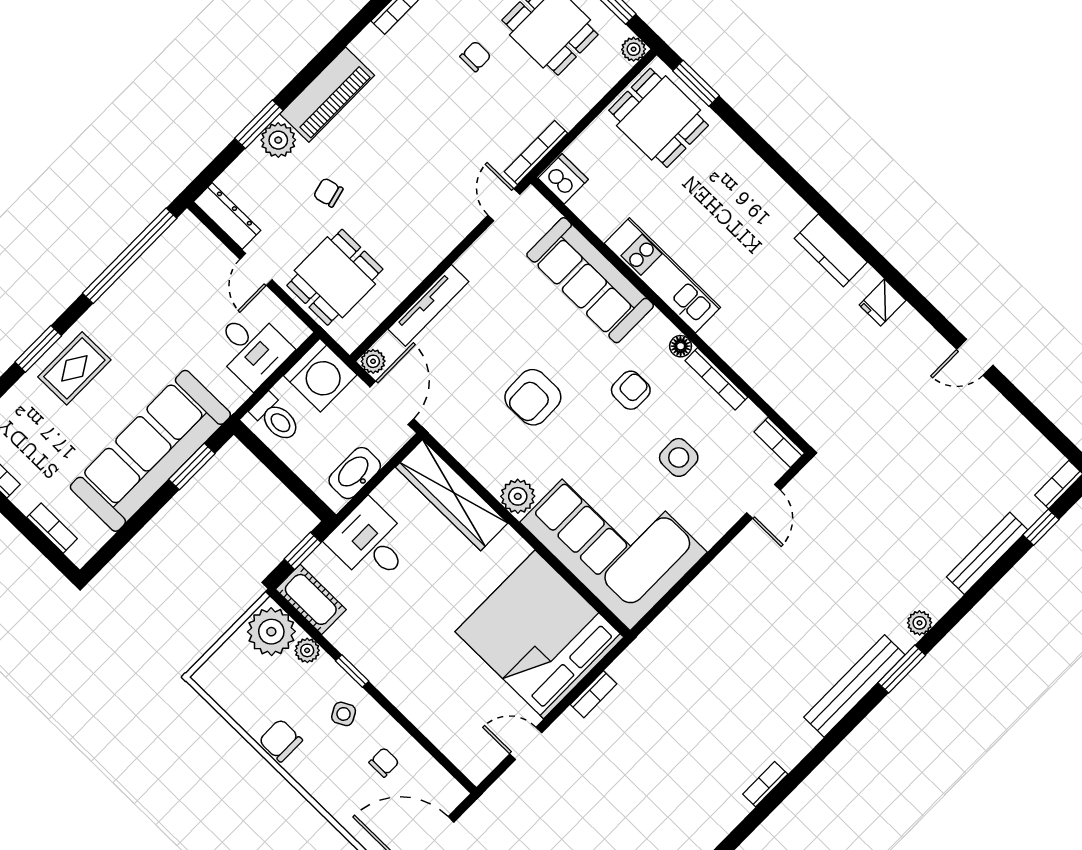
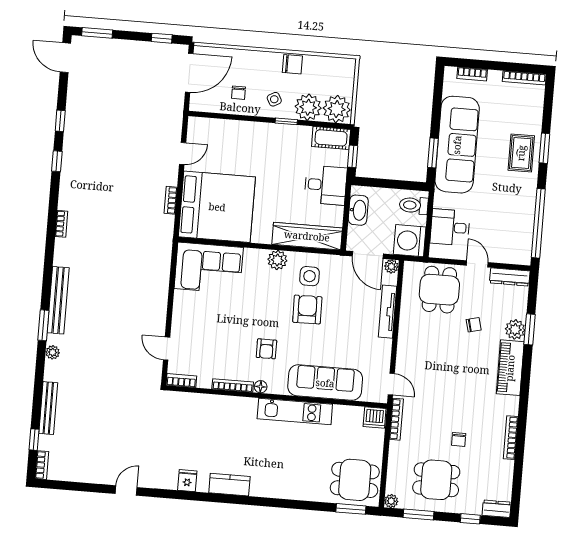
side table: (679, 457) -> (310, 276), moved
corner sofa: (614, 537) -> (209, 268), width x0.73, depth x0.74
plant: (307, 650) -> (308, 107), width x1.87, depth x1.87

